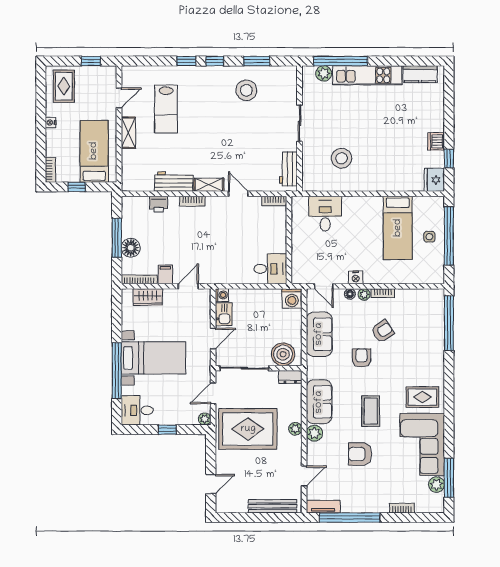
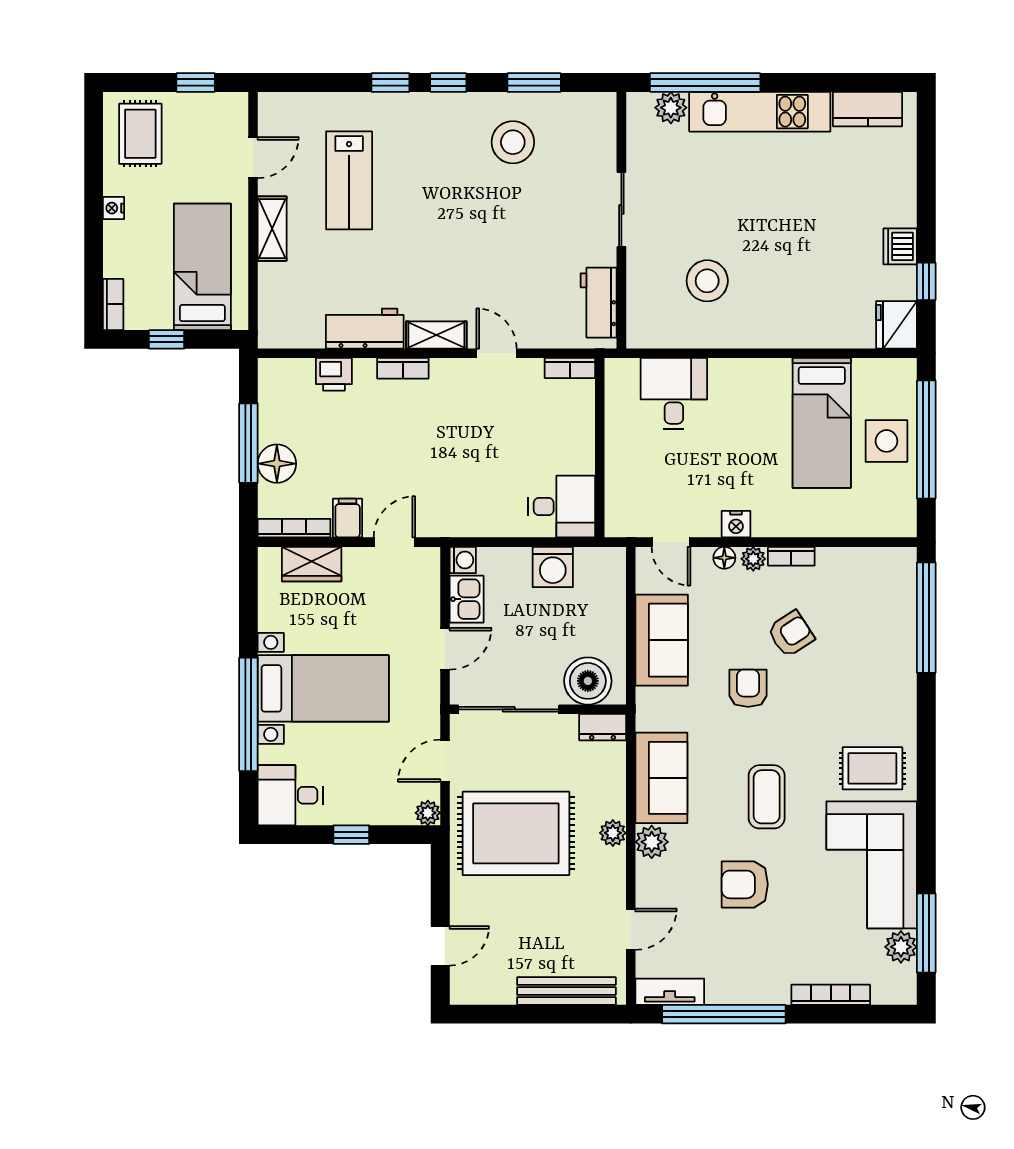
side table: (429, 237) -> (886, 441), width x1.87, depth x1.87
washing machine: (292, 298) -> (553, 567), moved
bookcase: (402, 508) -> (831, 995), width x1.56

